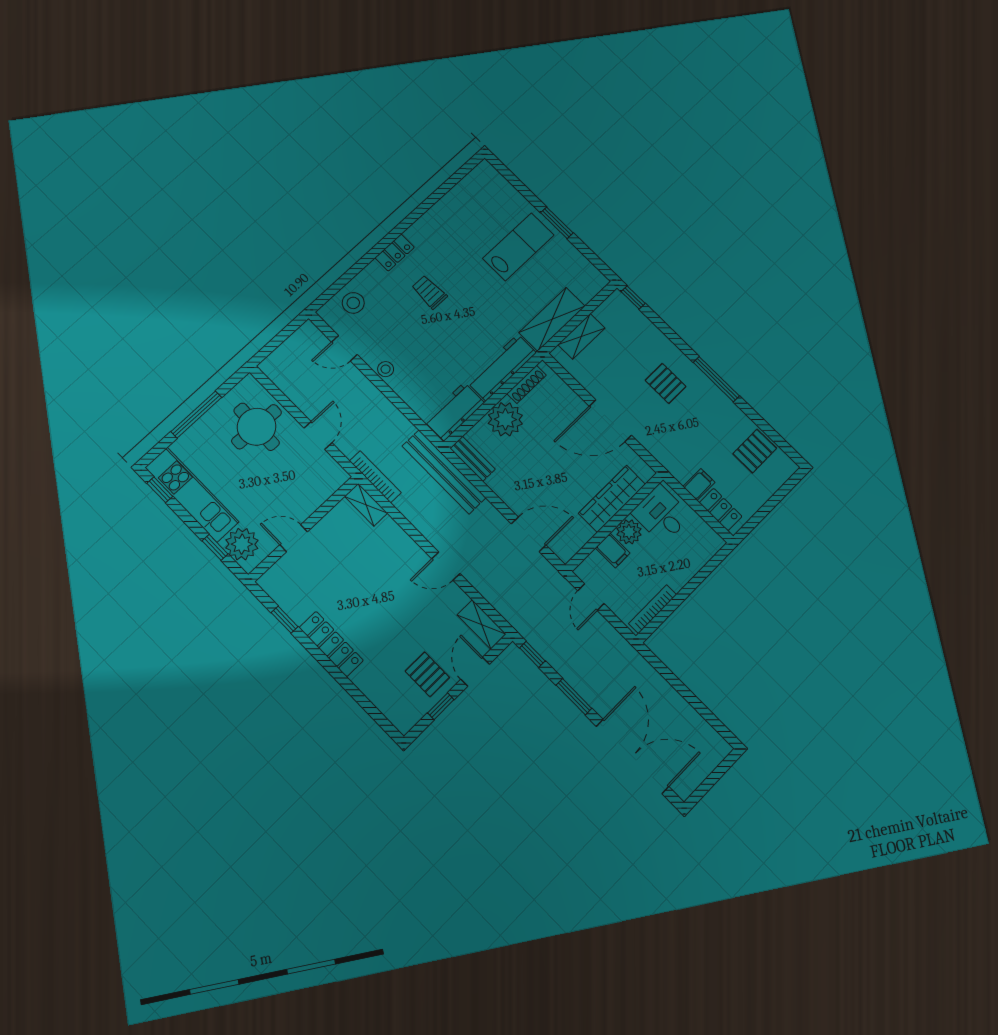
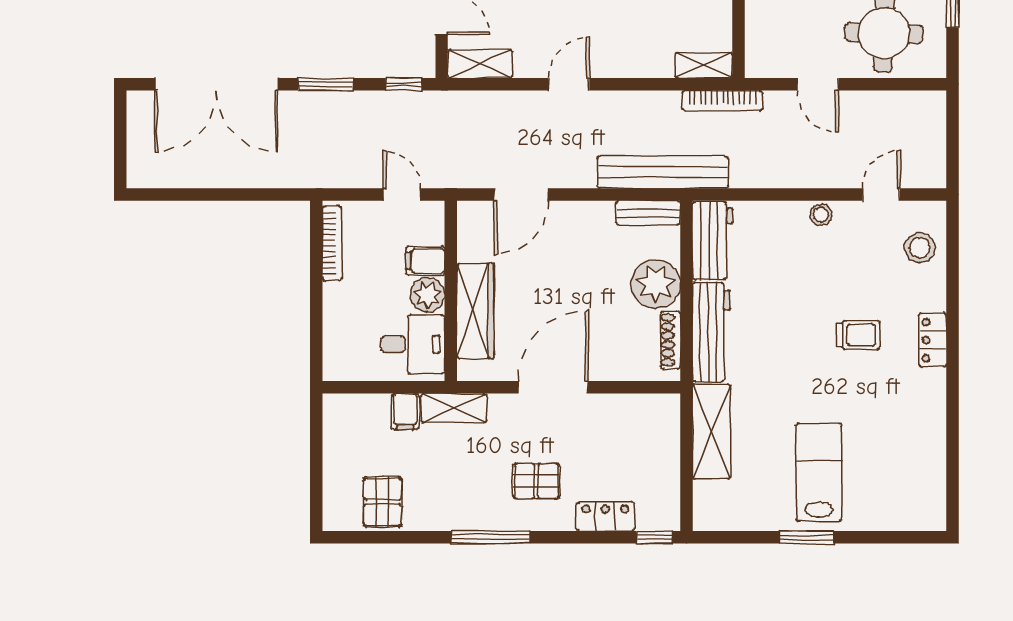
lab bench: (518, 247) -> (819, 472), turned 180
shelving: (581, 336) -> (454, 408), moved, turned 90
locker: (721, 510) -> (605, 516), moved, turned 180

